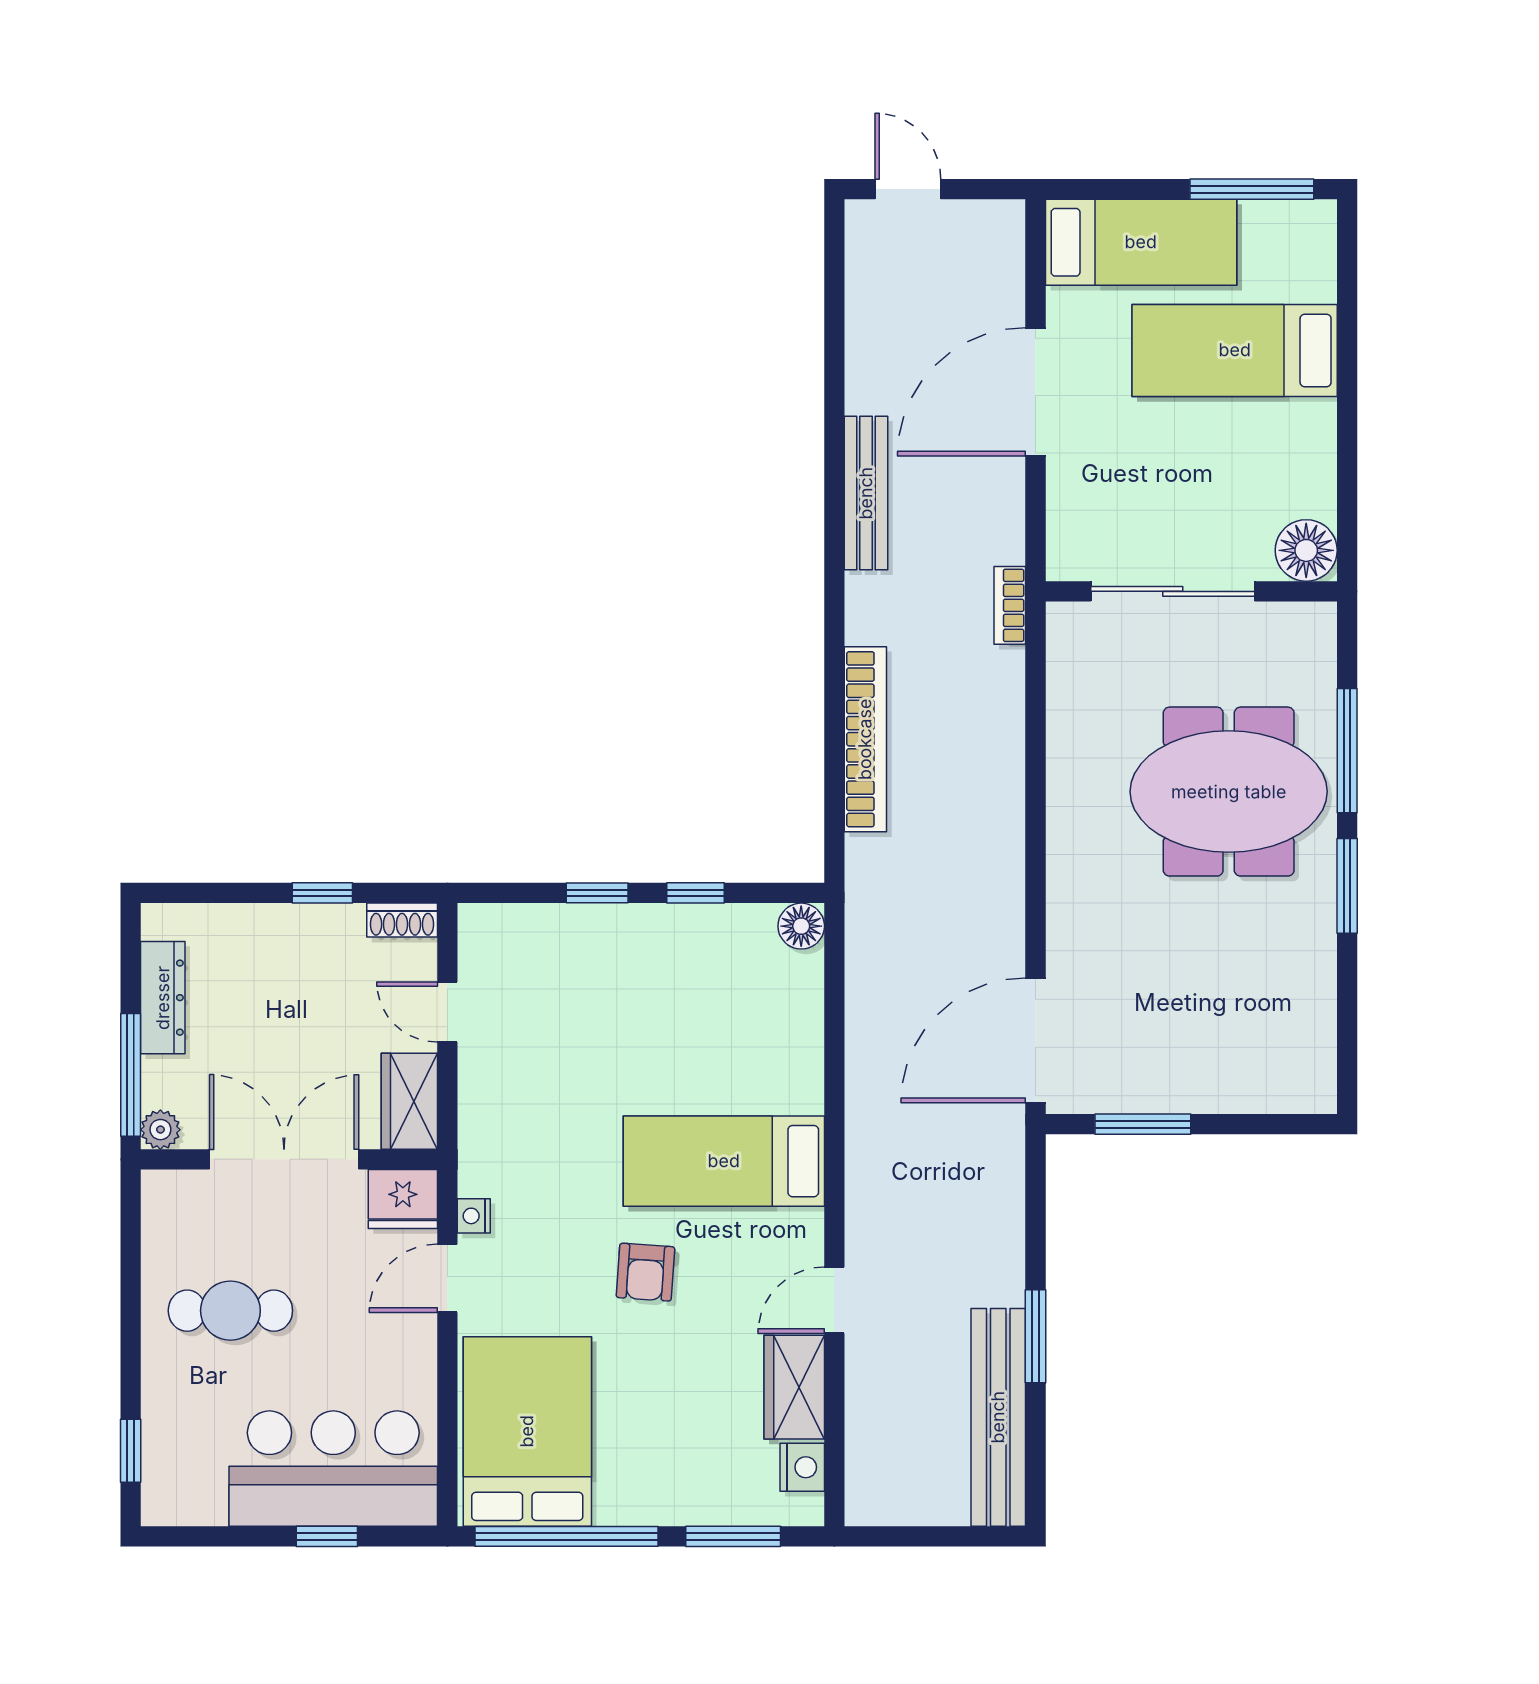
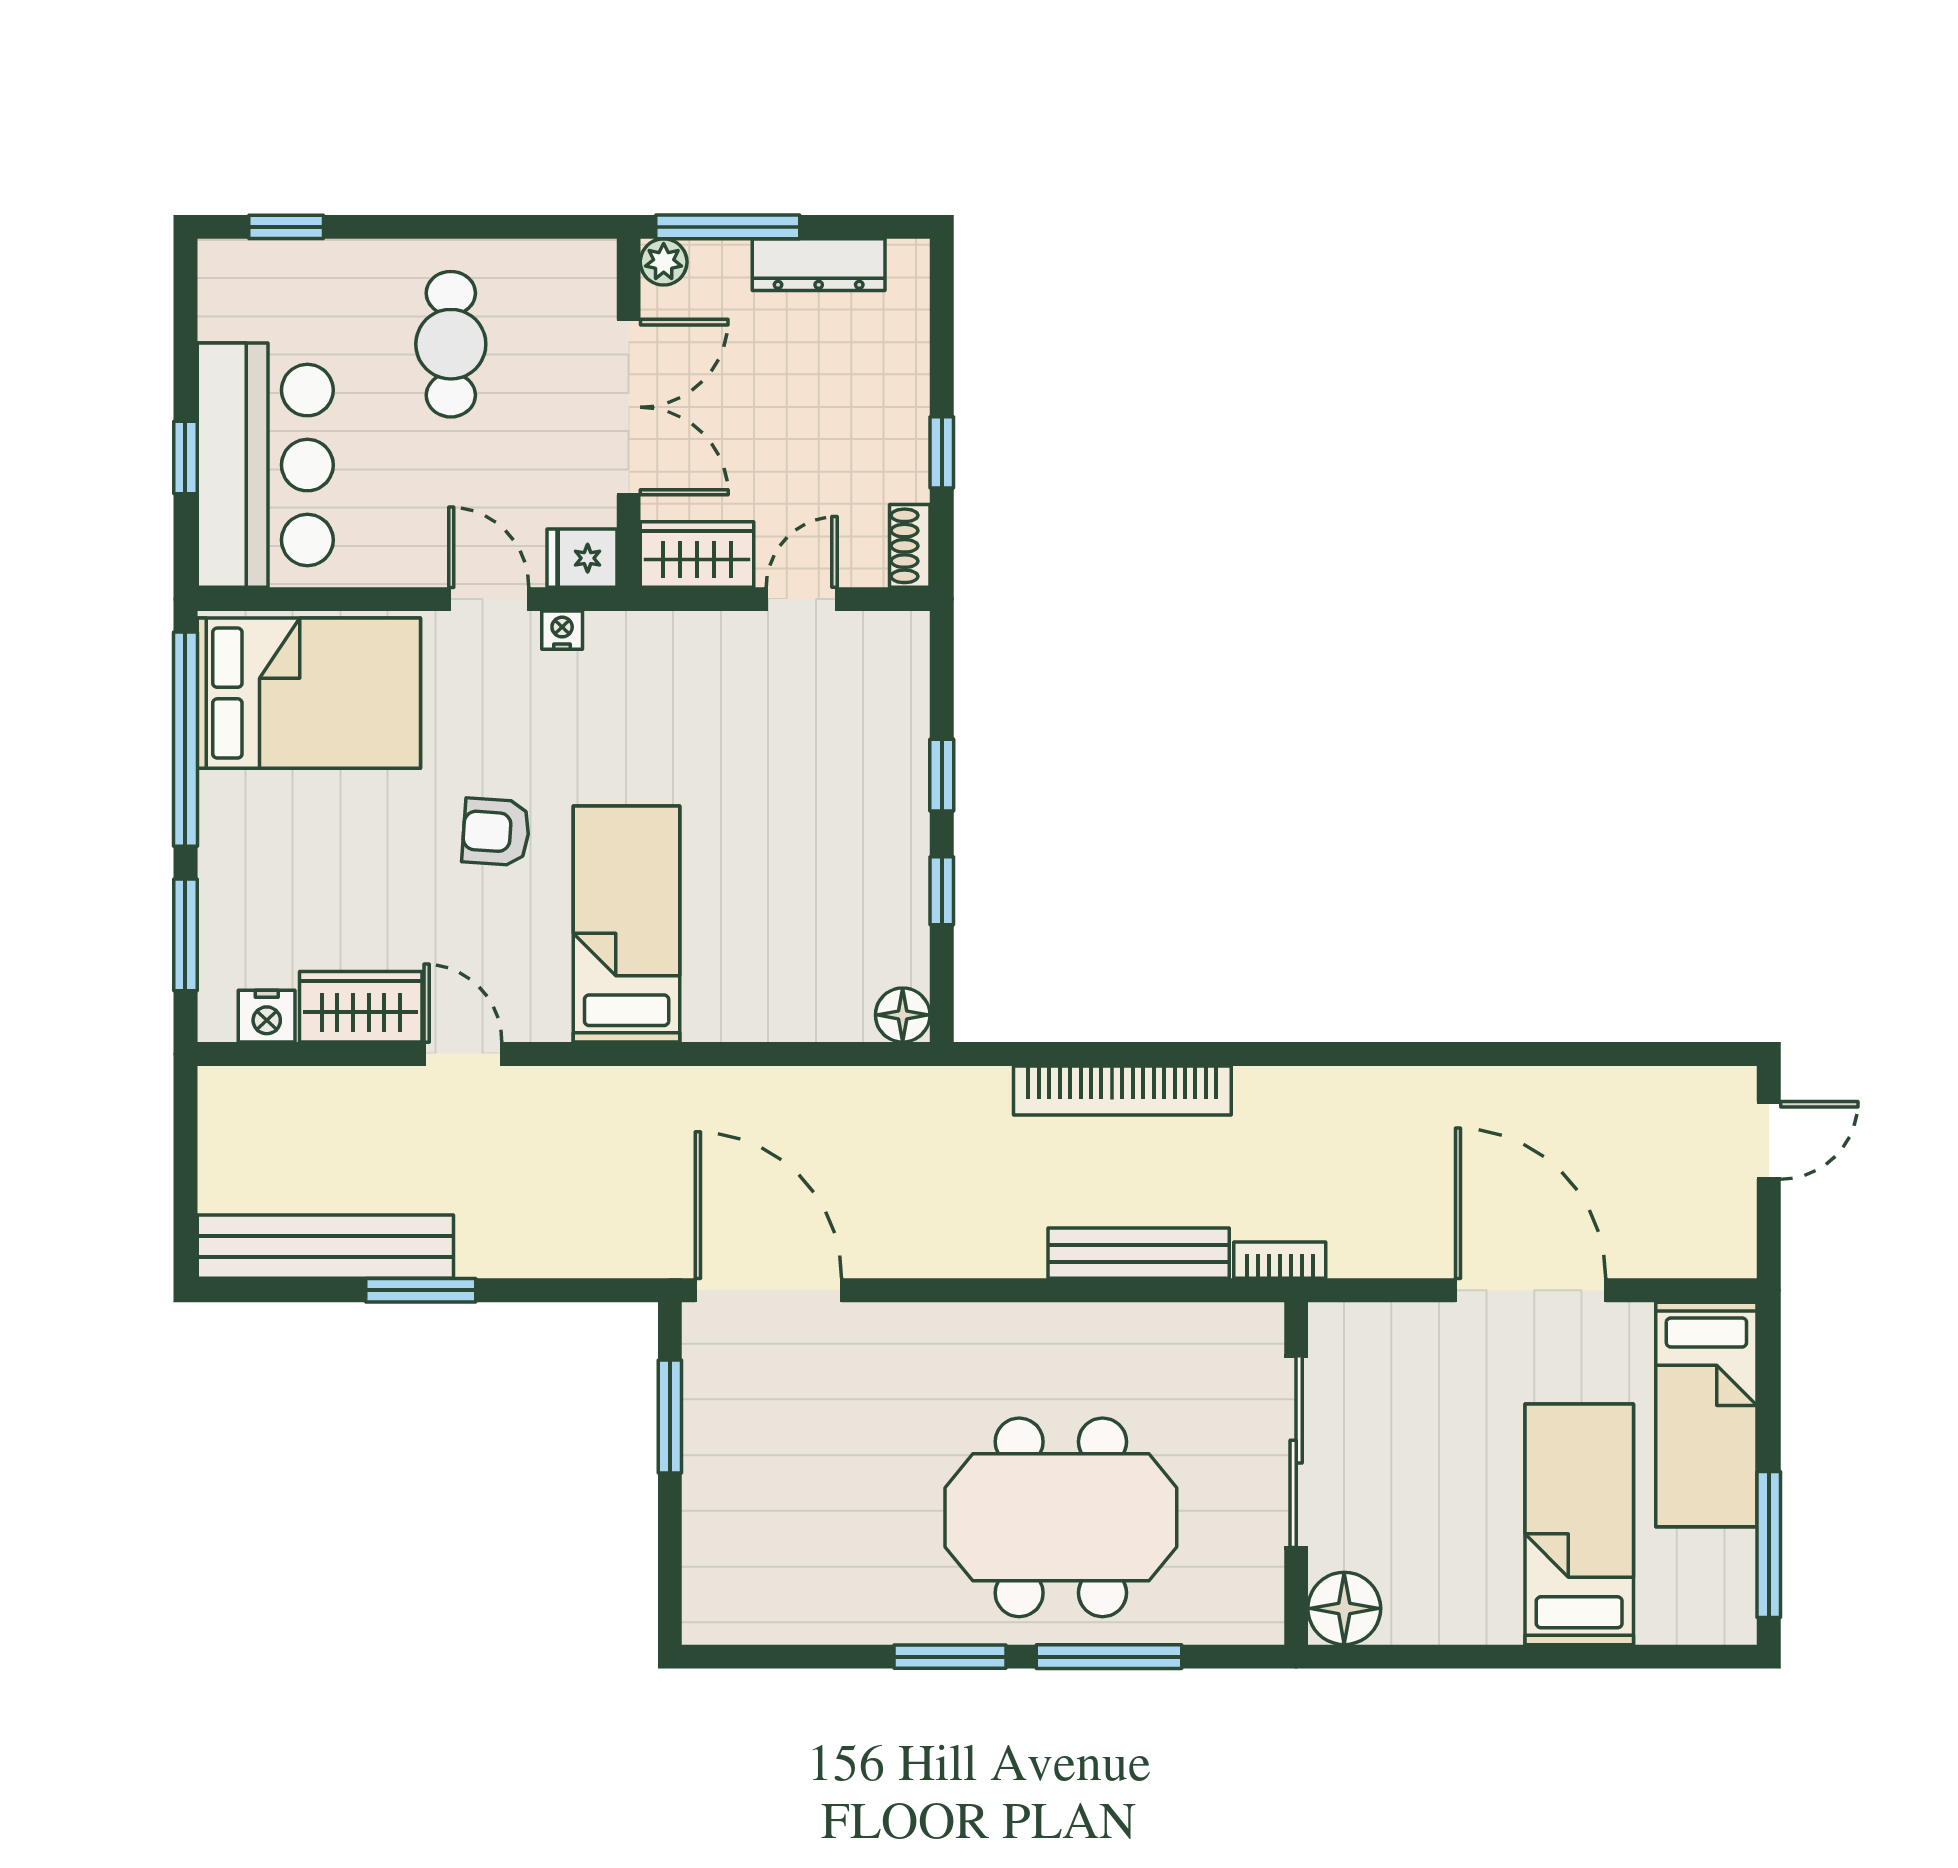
bench: (866, 493) -> (1139, 1253), moved
meeting table: (1229, 792) -> (1061, 1517), turned 90
fridge: (403, 1199) -> (582, 558), width x0.72

